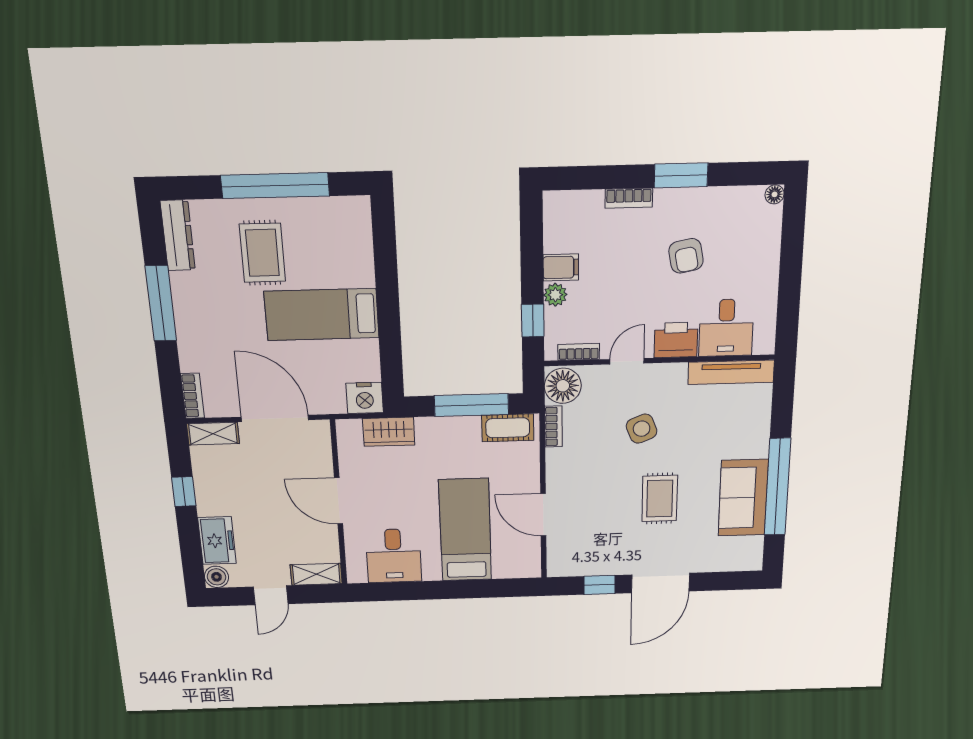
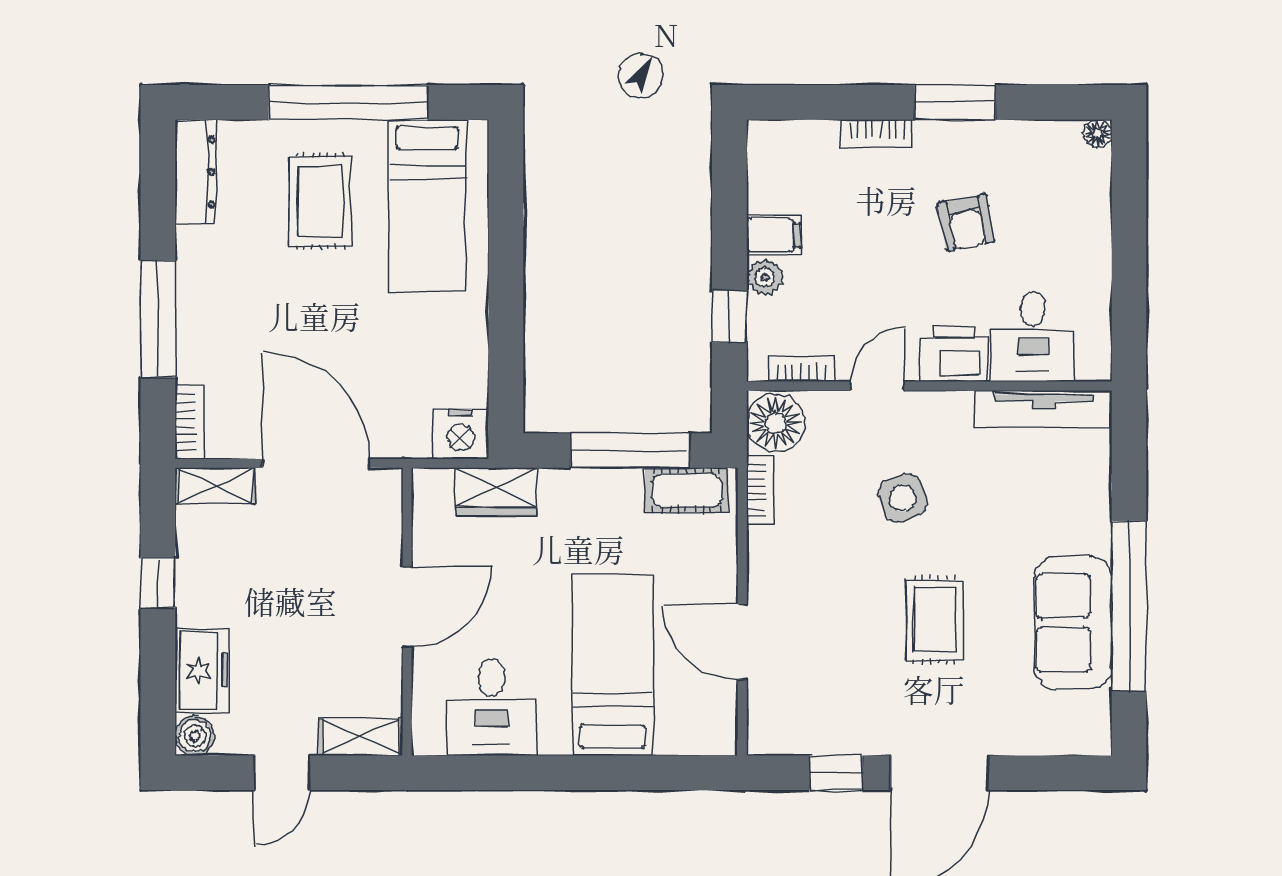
window: (161, 303) -> (158, 319), moved
bed: (322, 315) -> (427, 206), moved, turned -90
door: (338, 501) -> (407, 607), swing flipped

